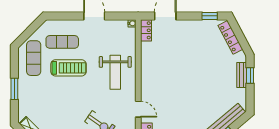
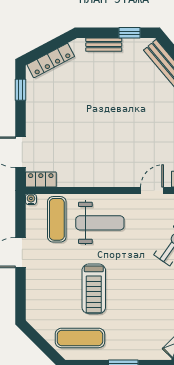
exercise mat: (62, 42) -> (57, 219), moved
treadmill: (69, 68) -> (94, 289), turned 180
window: (250, 76) -> (130, 33), moved

